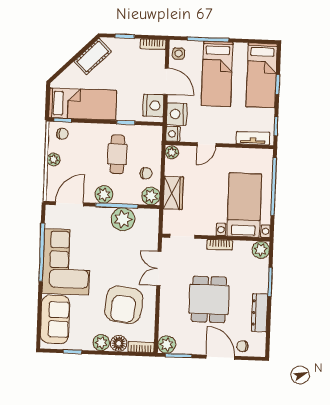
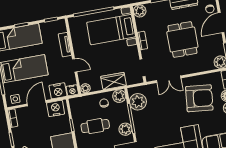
tv unit: (253, 138) -> (65, 45), moved
plant: (123, 219) -> (138, 102), moved
dining table: (209, 299) -> (182, 39), turned 90

